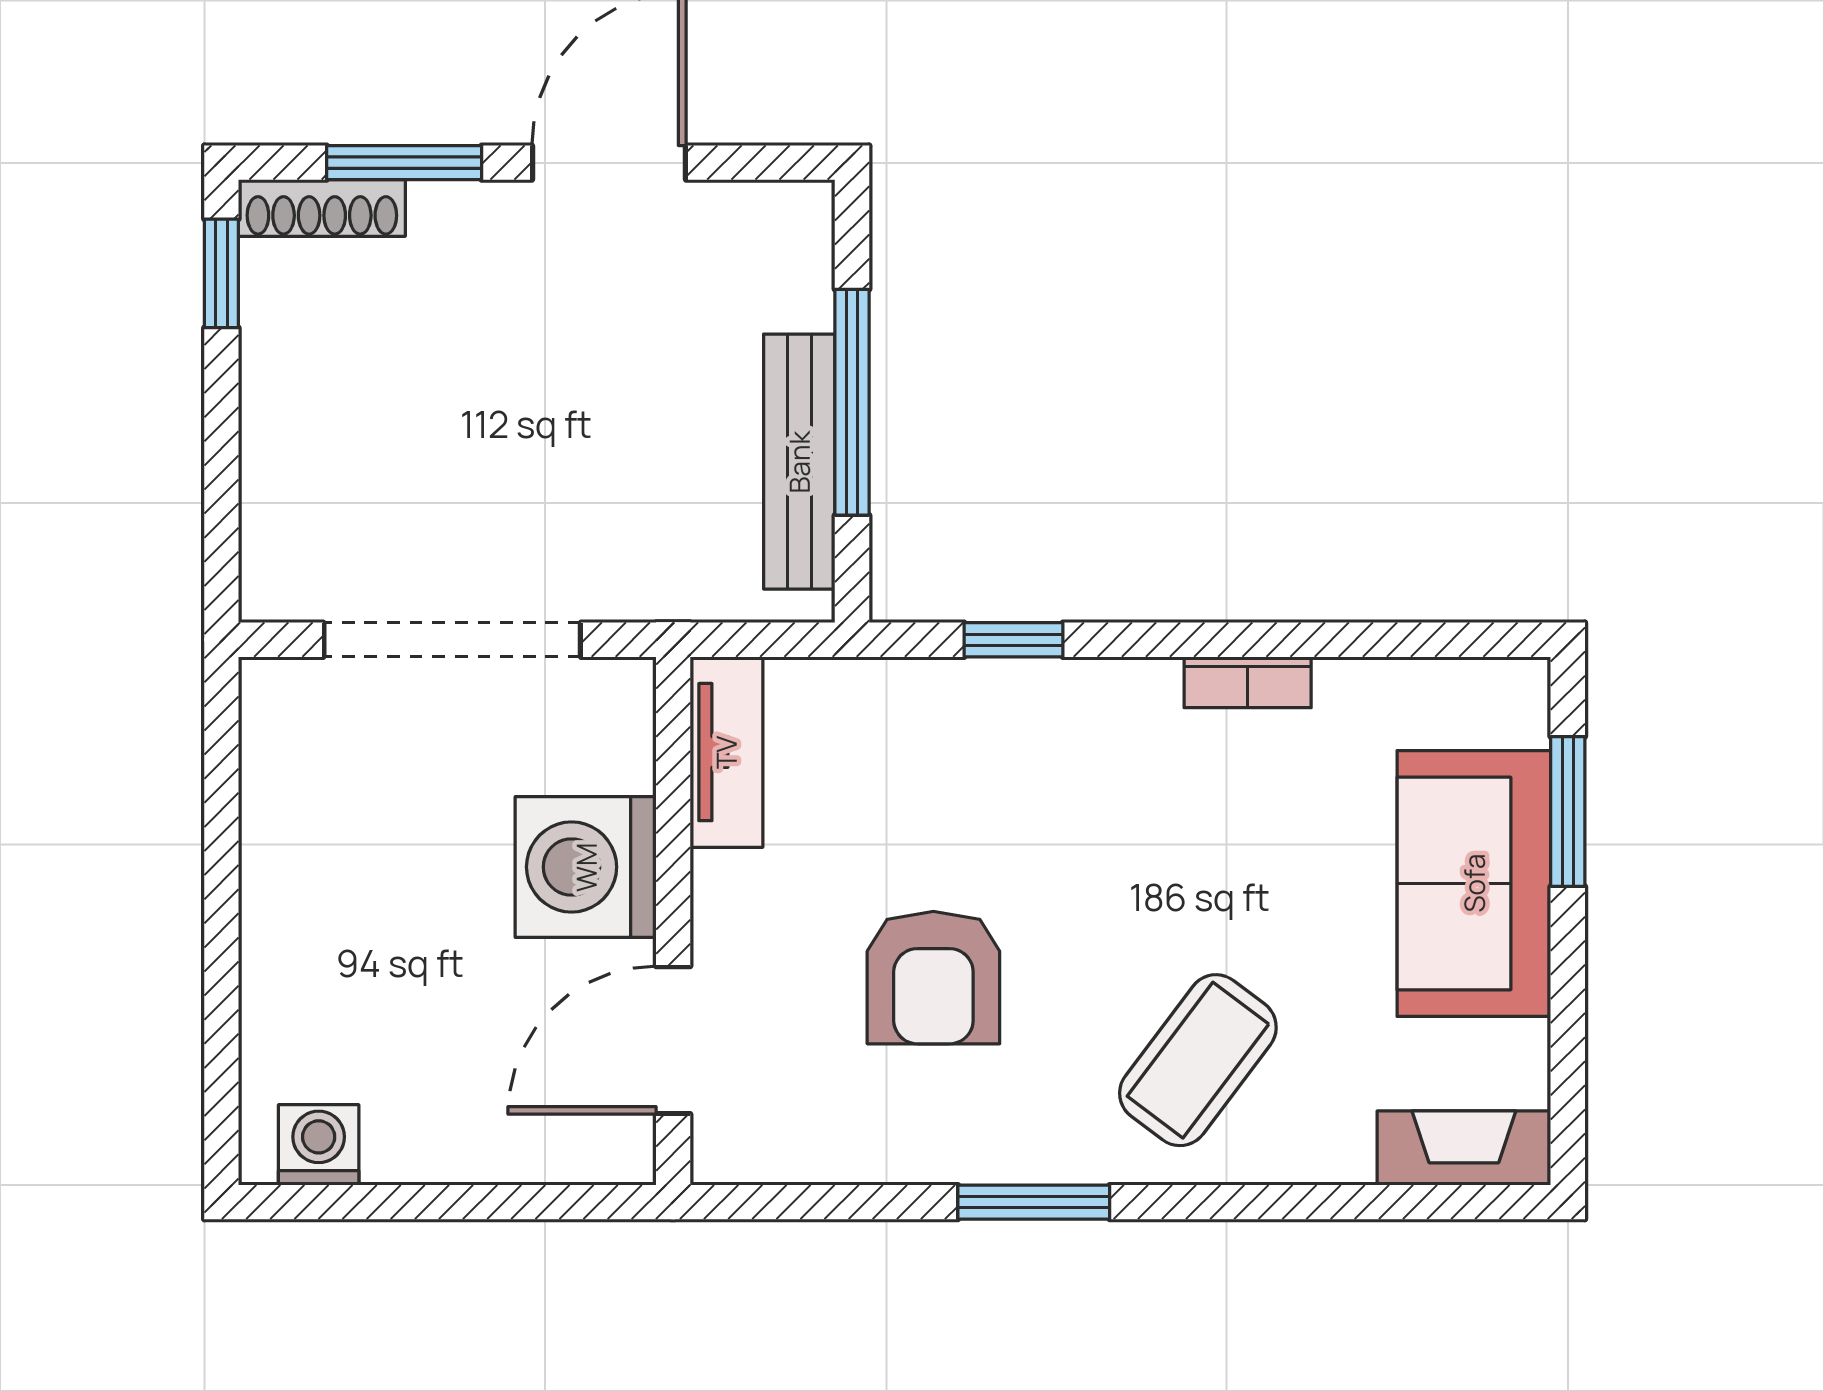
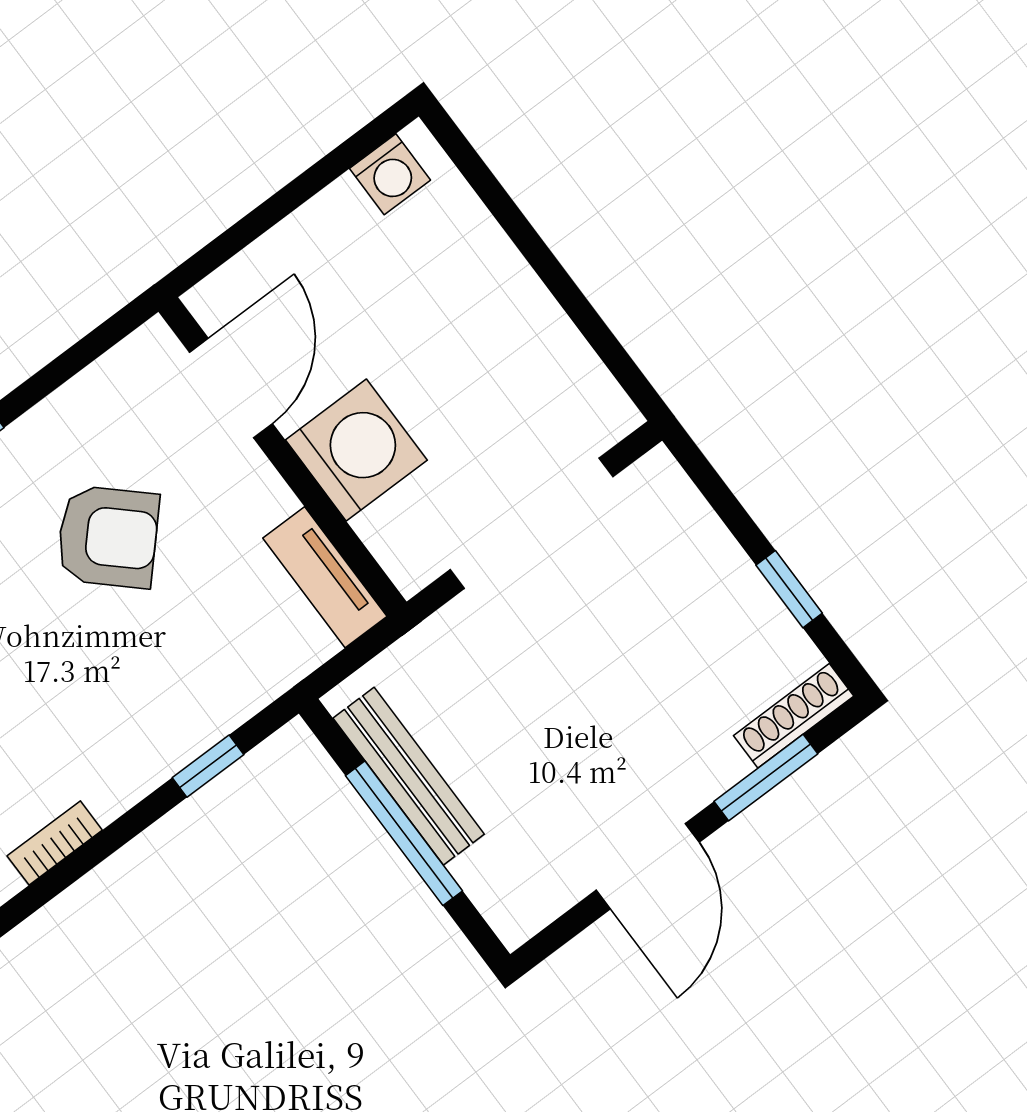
window: (221, 273) -> (789, 589), moved
armchair: (933, 978) -> (108, 537), turned 133

